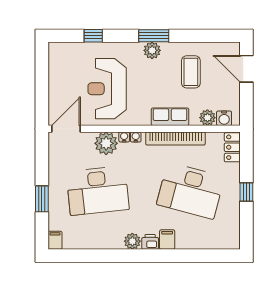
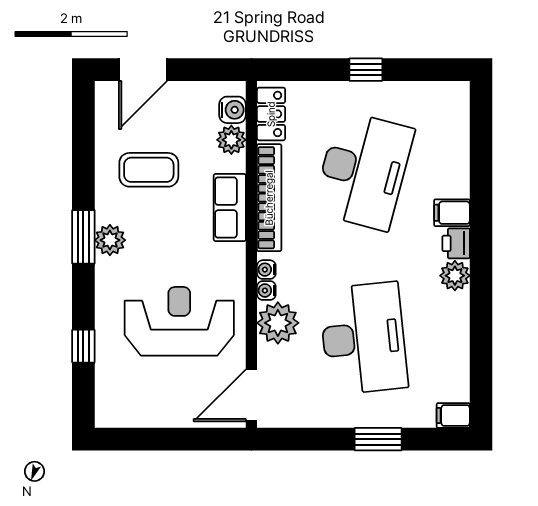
reception desk: (107, 89) -> (179, 321), turned 180
door: (66, 129) -> (251, 395), hinge flipped
locker: (232, 147) -> (271, 114), moved, turned -90

